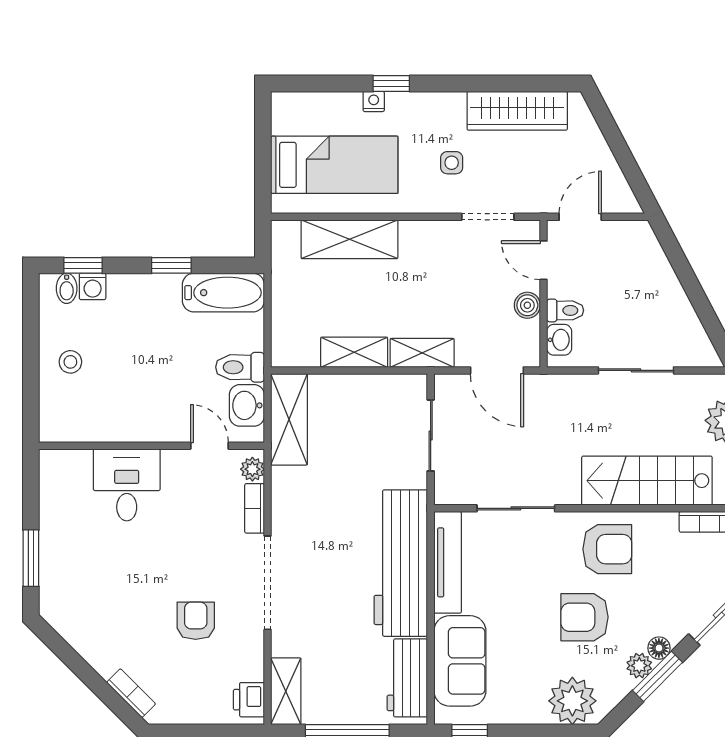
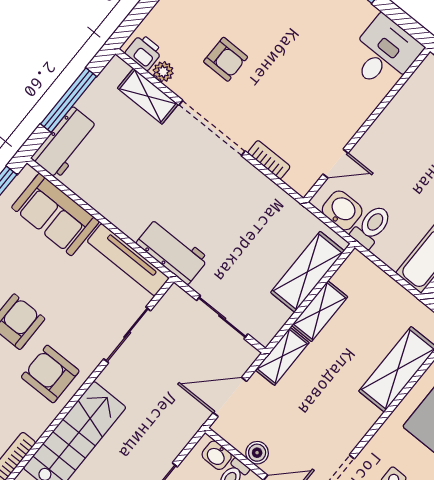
shelving: (289, 419) -> (307, 272), moved, turned 90
plant: (252, 469) -> (163, 72), moved
desk: (127, 485) -> (384, 53), moved, turned -90
armchair: (607, 549) -> (50, 374), turned 90
workbench: (401, 563) -> (172, 251), width x0.53, depth x0.76
workbench: (407, 678) -> (65, 143), moved, turned 90
shelving: (286, 691) -> (148, 96), moved

